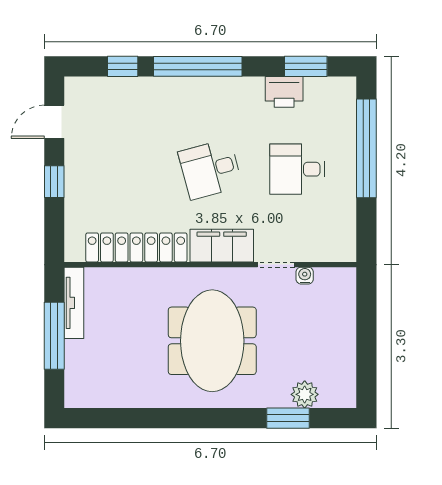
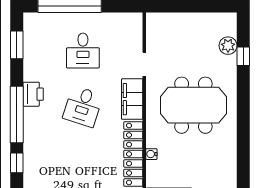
printer: (284, 92) -> (33, 94), moved
desk: (210, 169) -> (83, 106), turned 33
water cooler: (305, 276) -> (151, 154), moved
window: (288, 418) -> (243, 56), width x0.67

